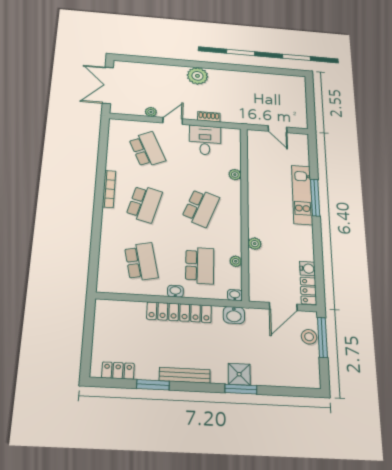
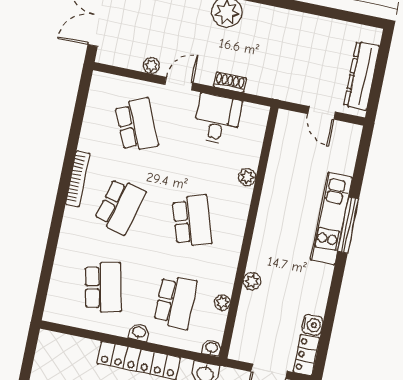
dresser: (299, 105) -> (362, 76), added
school desk: (201, 208) -> (192, 221), turned -39

